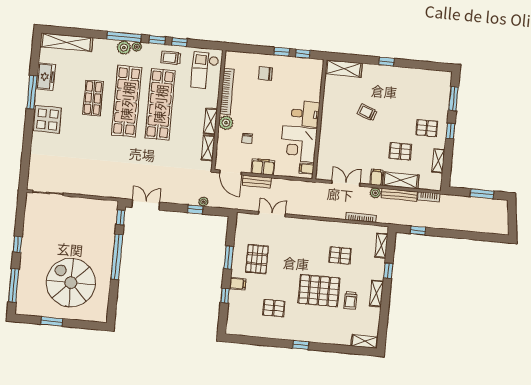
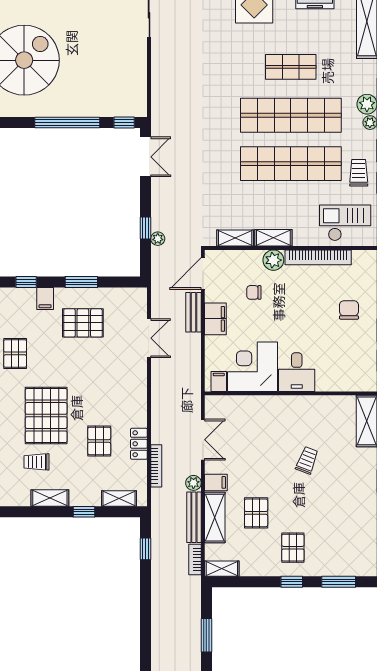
shelving: (438, 161) -> (222, 569), moved
locker: (345, 228) -> (139, 444), added

